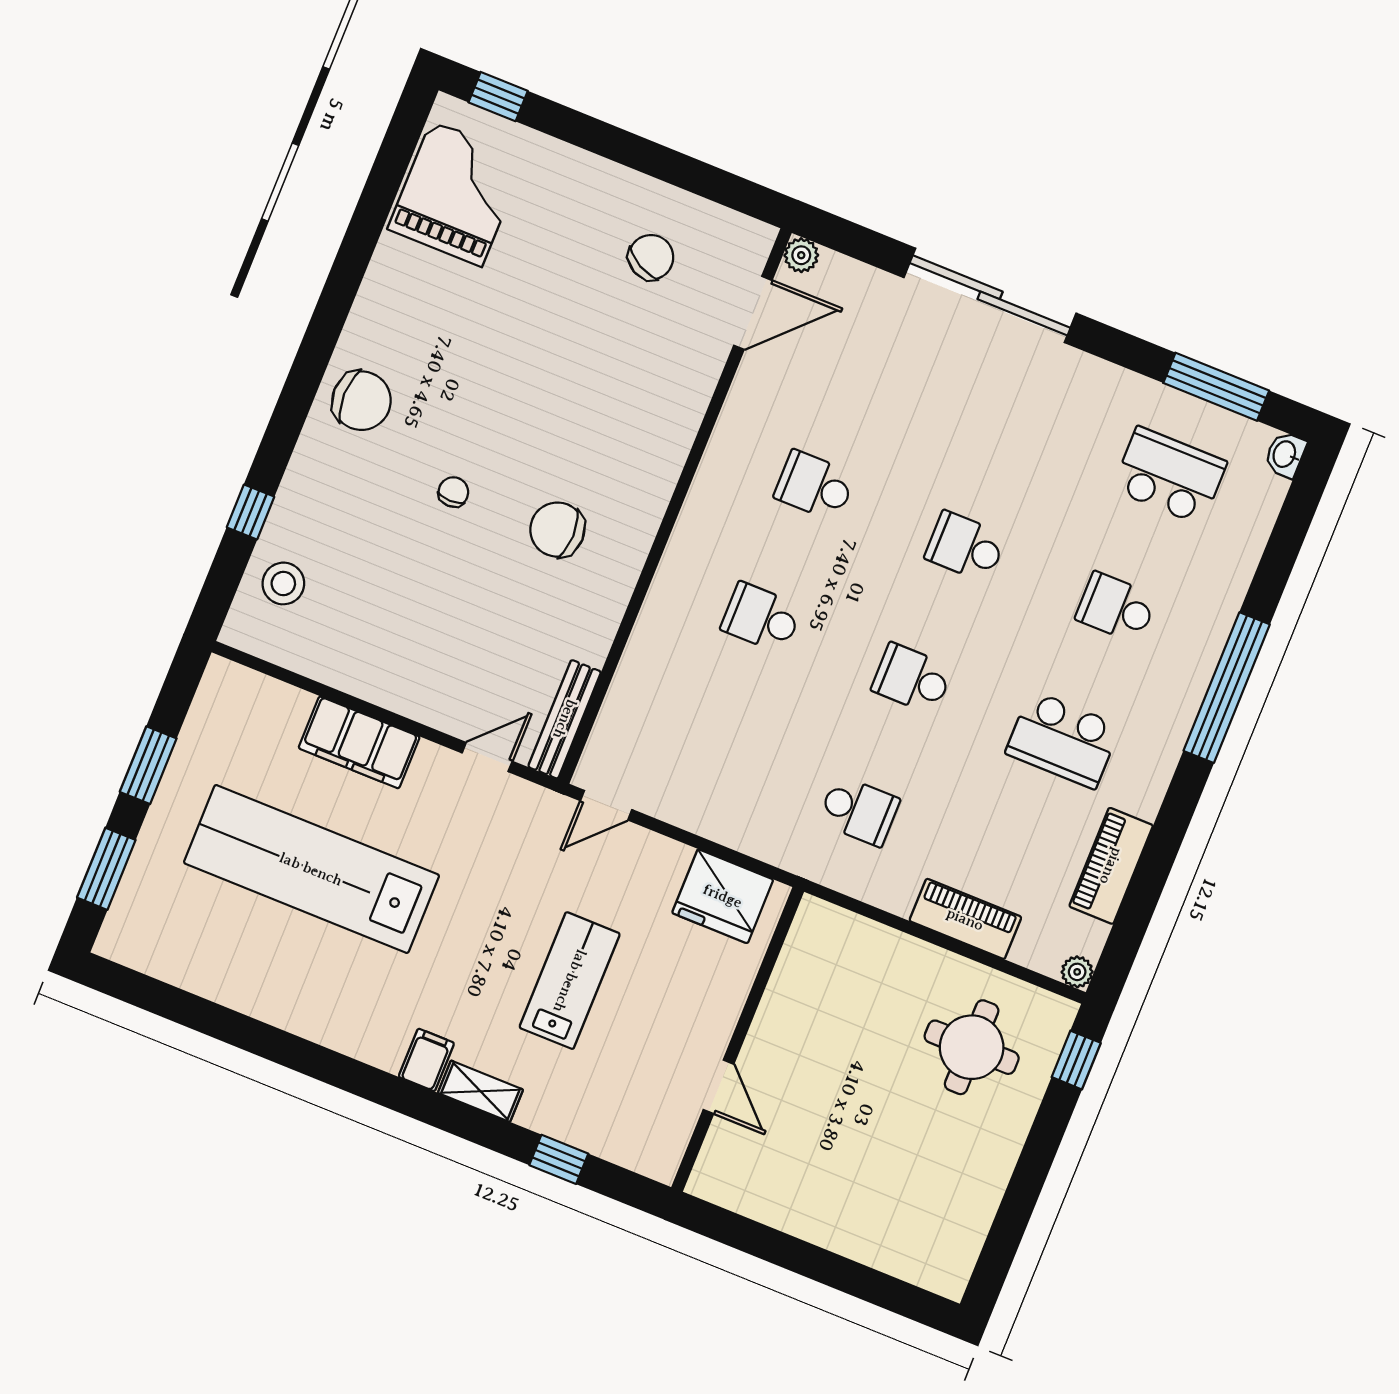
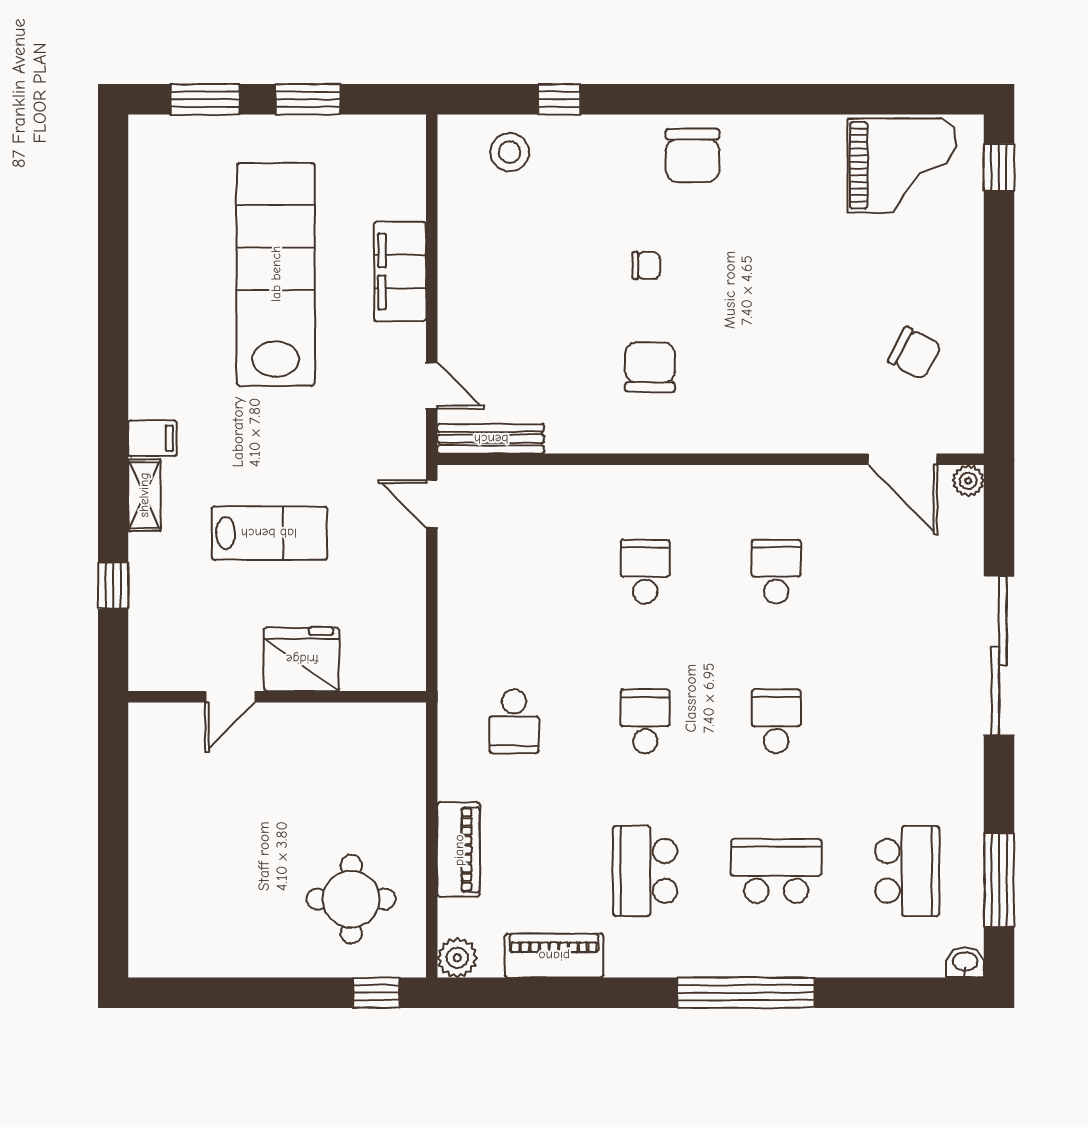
school desk: (1116, 608) -> (776, 871), width x1.85
fridge: (723, 896) -> (302, 659), moved, turned 90
plant: (1077, 972) -> (457, 958), width x1.38, depth x1.38

